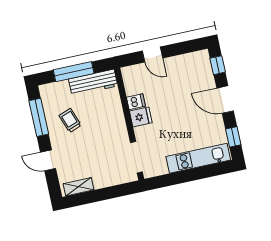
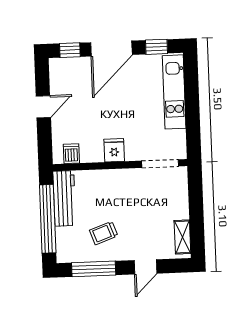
door: (153, 54) -> (43, 107), moved
window: (74, 72) -> (48, 219), width x1.46
door: (225, 100) -> (111, 49), width x1.36
dishwasher: (136, 102) -> (71, 154), moved

